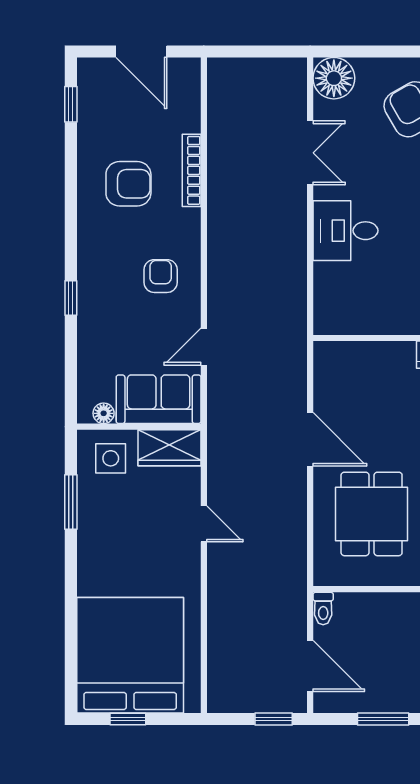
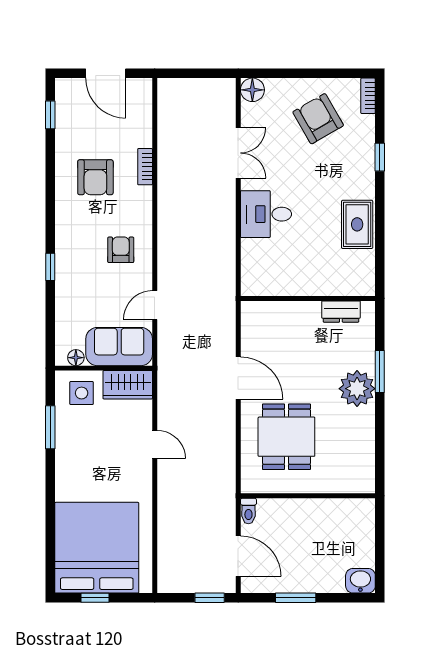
floor lamp: (334, 78) -> (252, 90), width x0.73, depth x0.73
bookcase: (192, 170) -> (145, 167), width x0.64
armchair: (128, 184) -> (95, 177), turned 90

